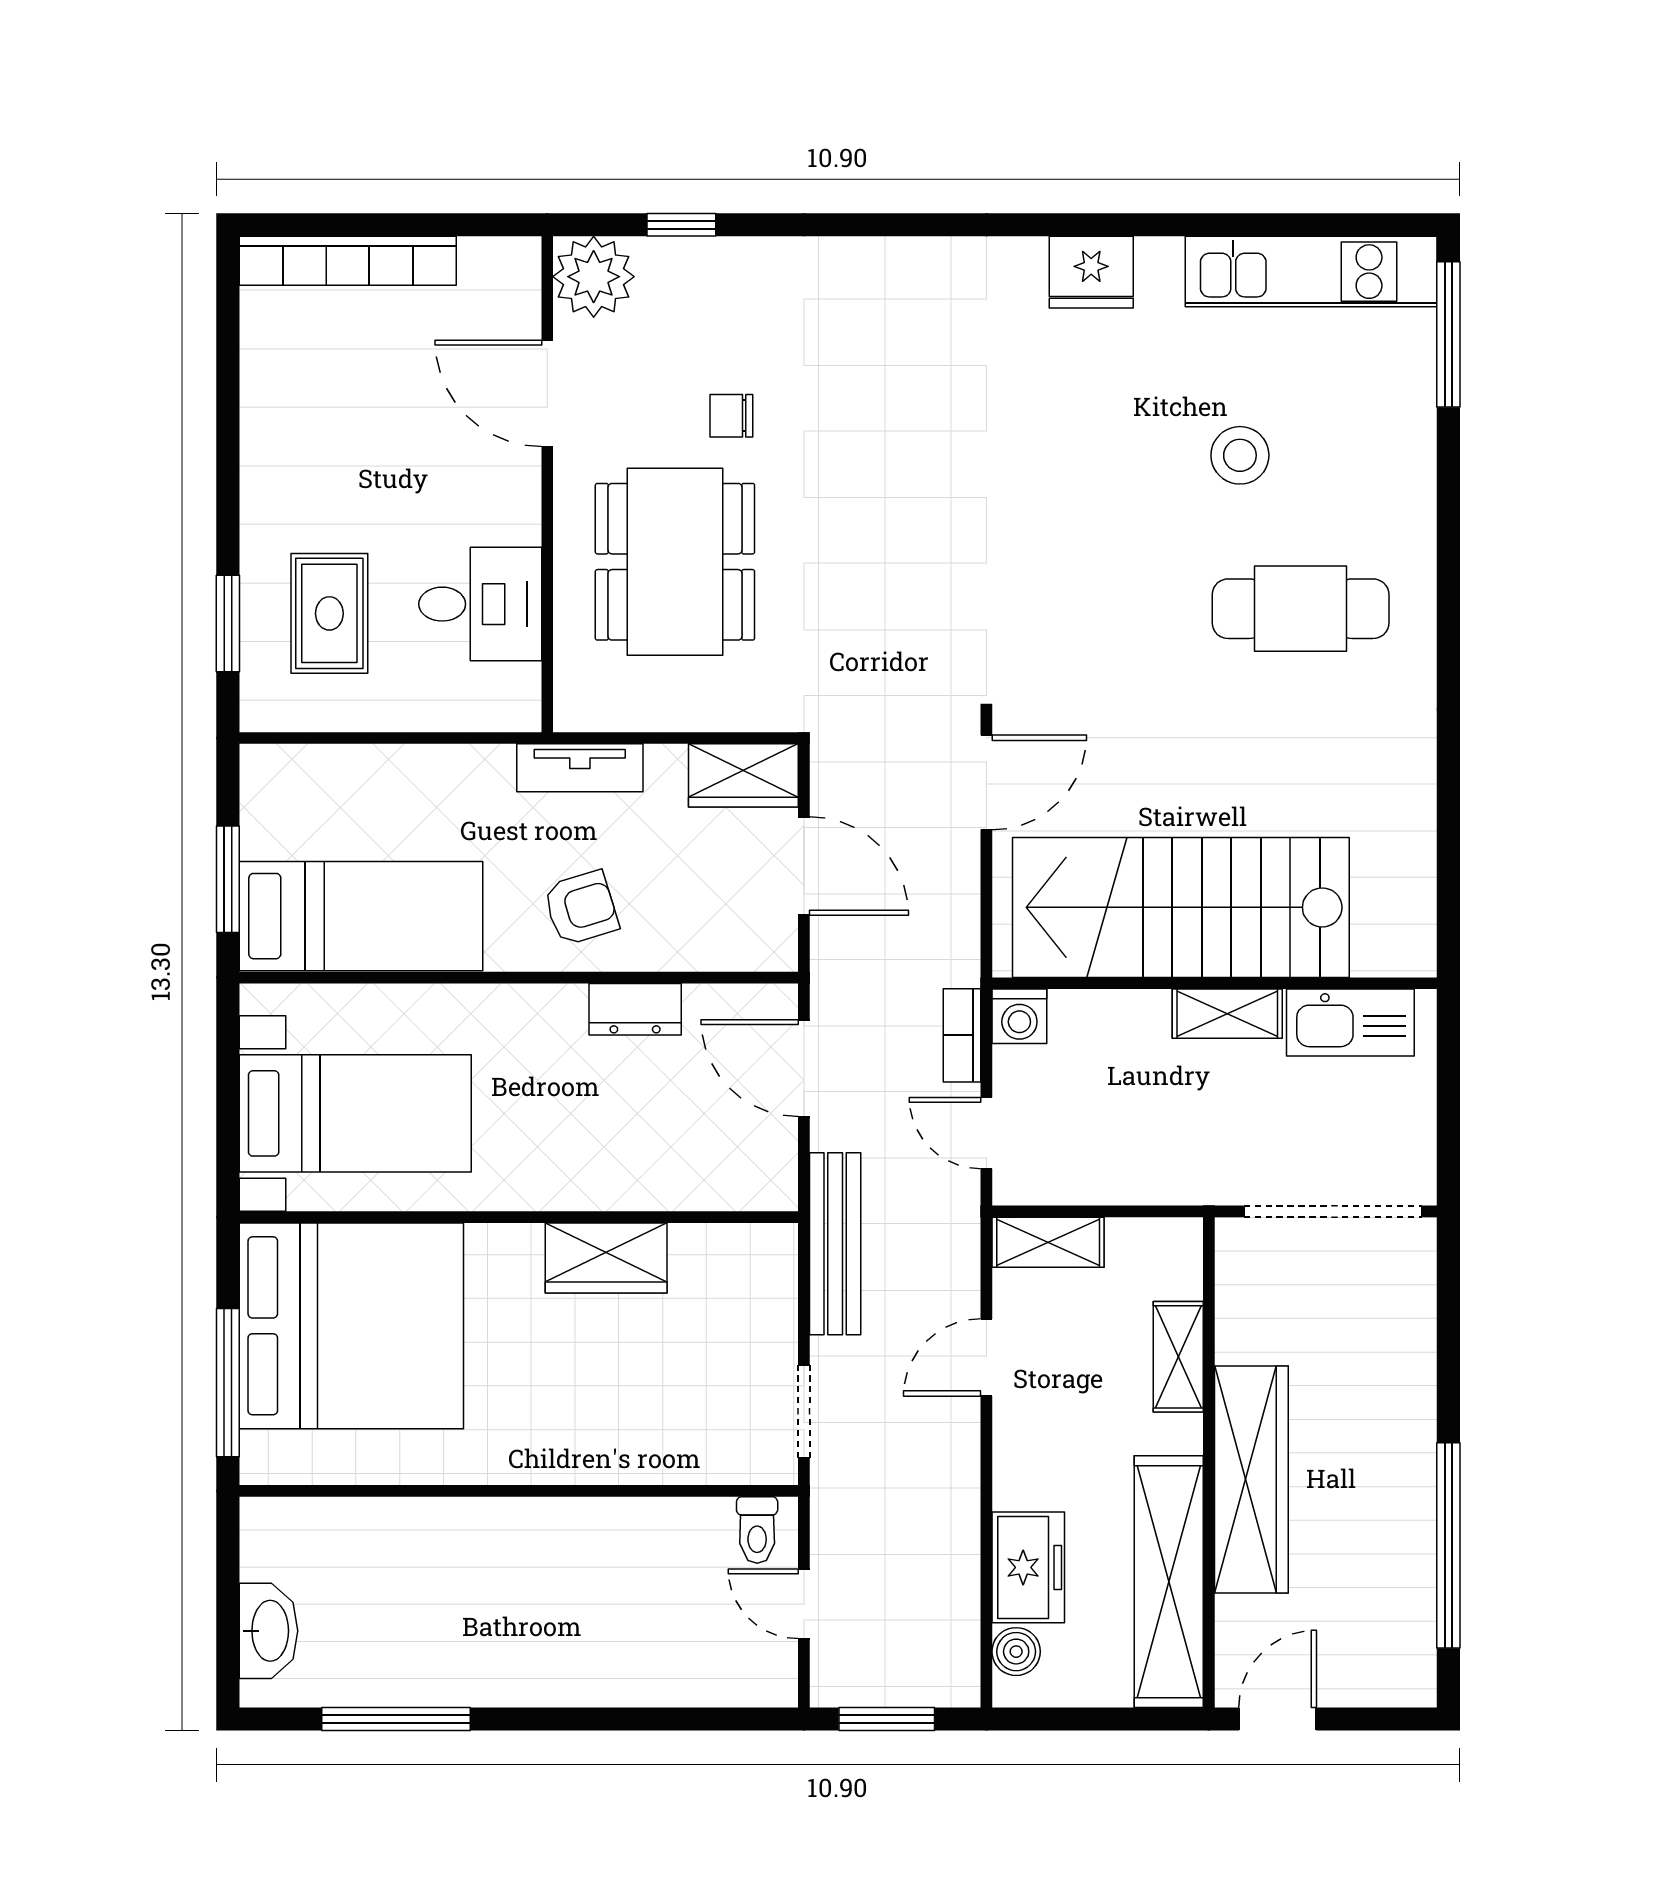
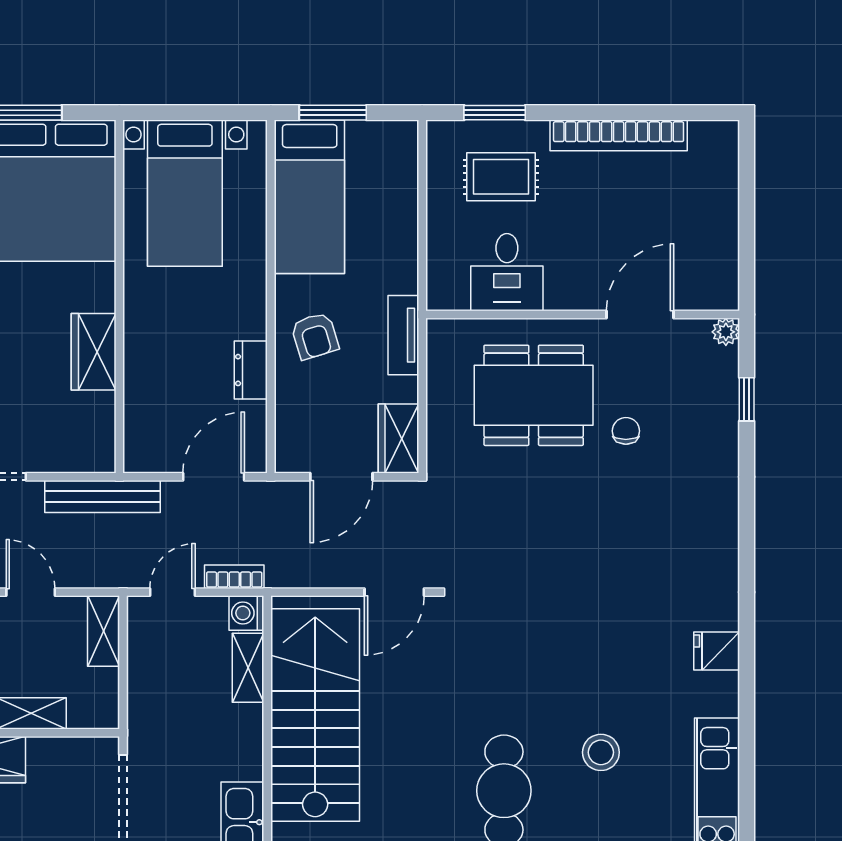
bookcase: (348, 261) -> (619, 135), moved, turned -90
fridge: (1091, 272) -> (717, 651), width x0.72
plant: (594, 277) -> (726, 332), width x0.53, depth x0.53
door: (986, 782) -> (394, 592), hinge flipped
shelving: (1227, 1014) -> (248, 668), moved

